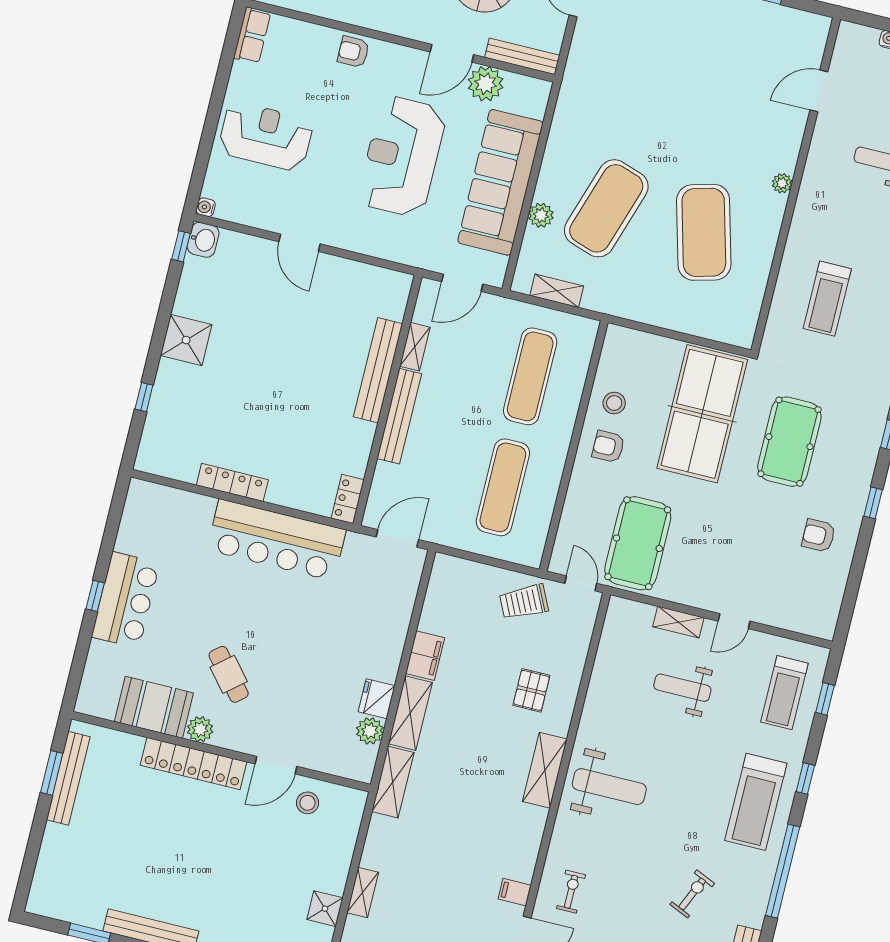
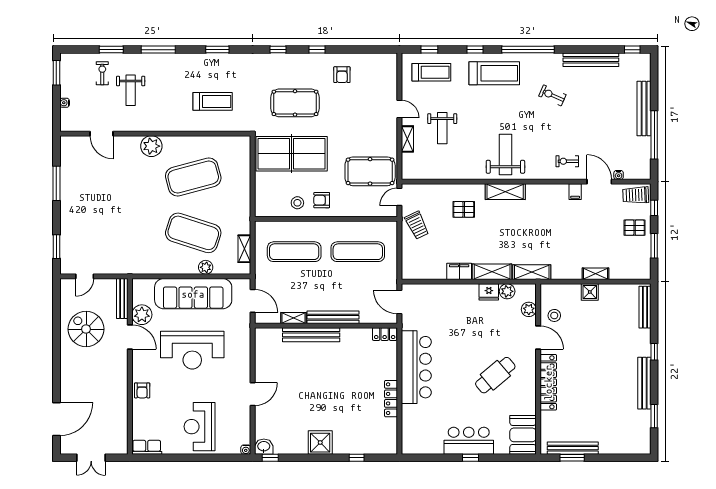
plant: (782, 183) -> (151, 146), width x1.88, depth x1.88
armchair: (608, 447) -> (322, 200), turned 90
cafe table: (229, 674) -> (495, 375), width x1.37, depth x1.35
booth: (154, 707) -> (523, 435), moved
plant: (200, 729) -> (529, 309), moved
shower: (325, 909) -> (590, 292), moved

